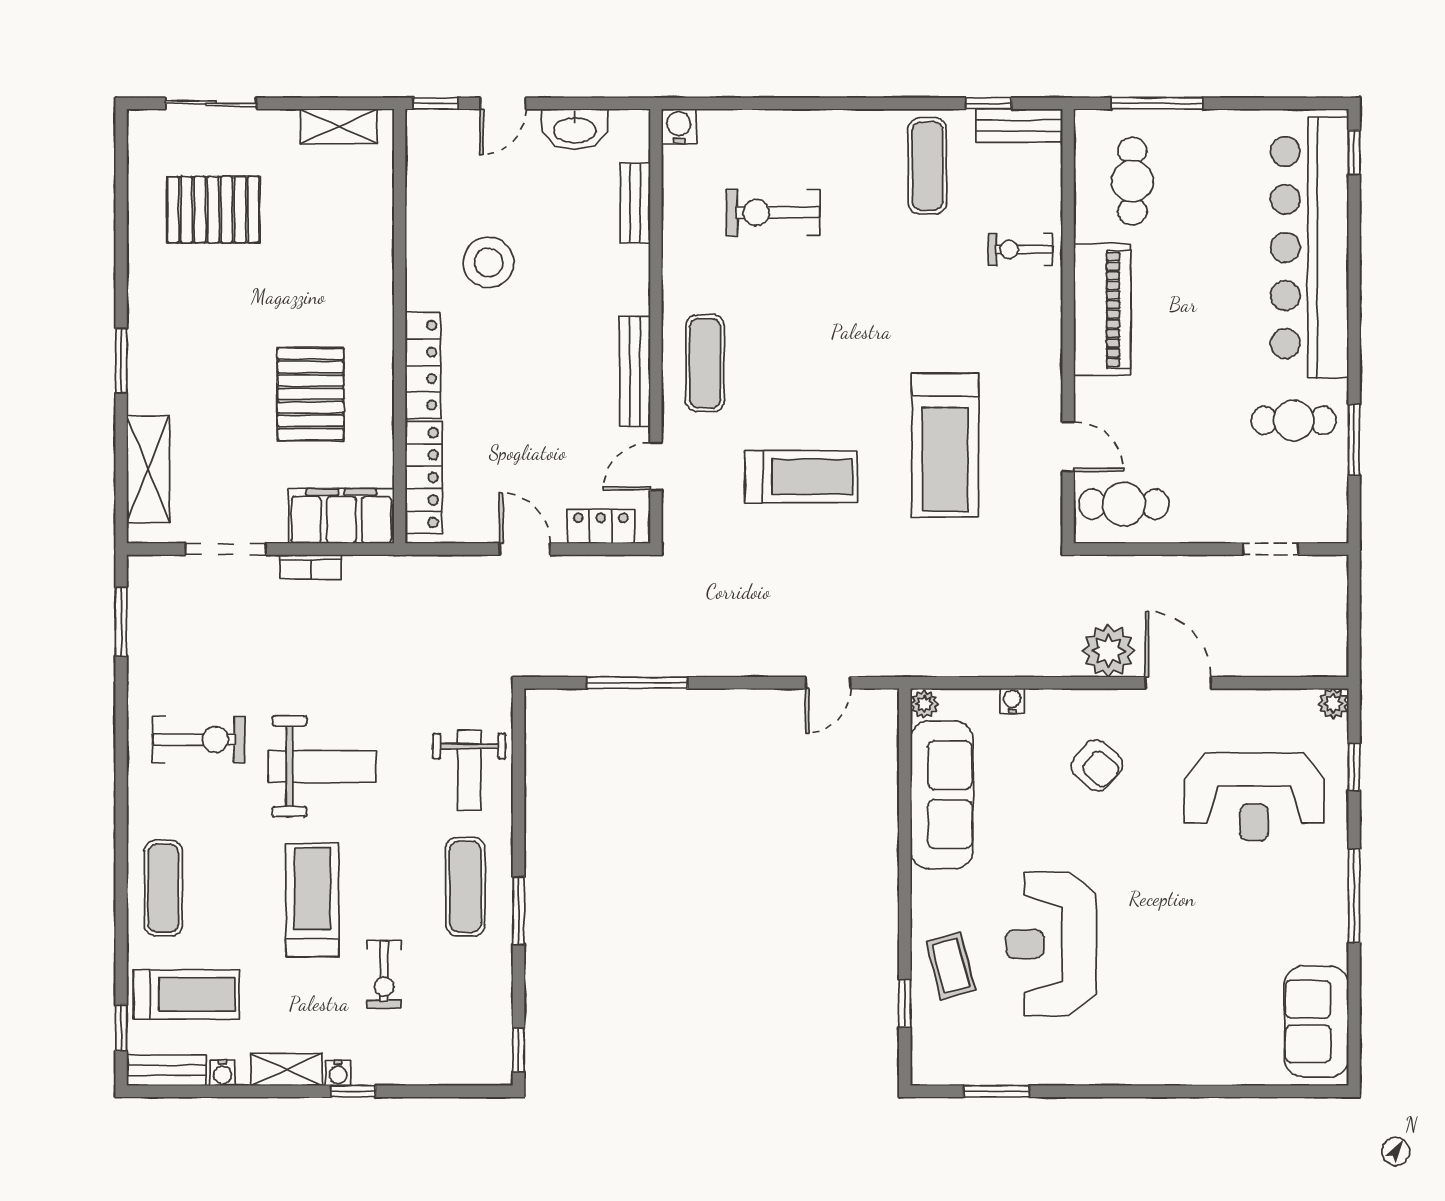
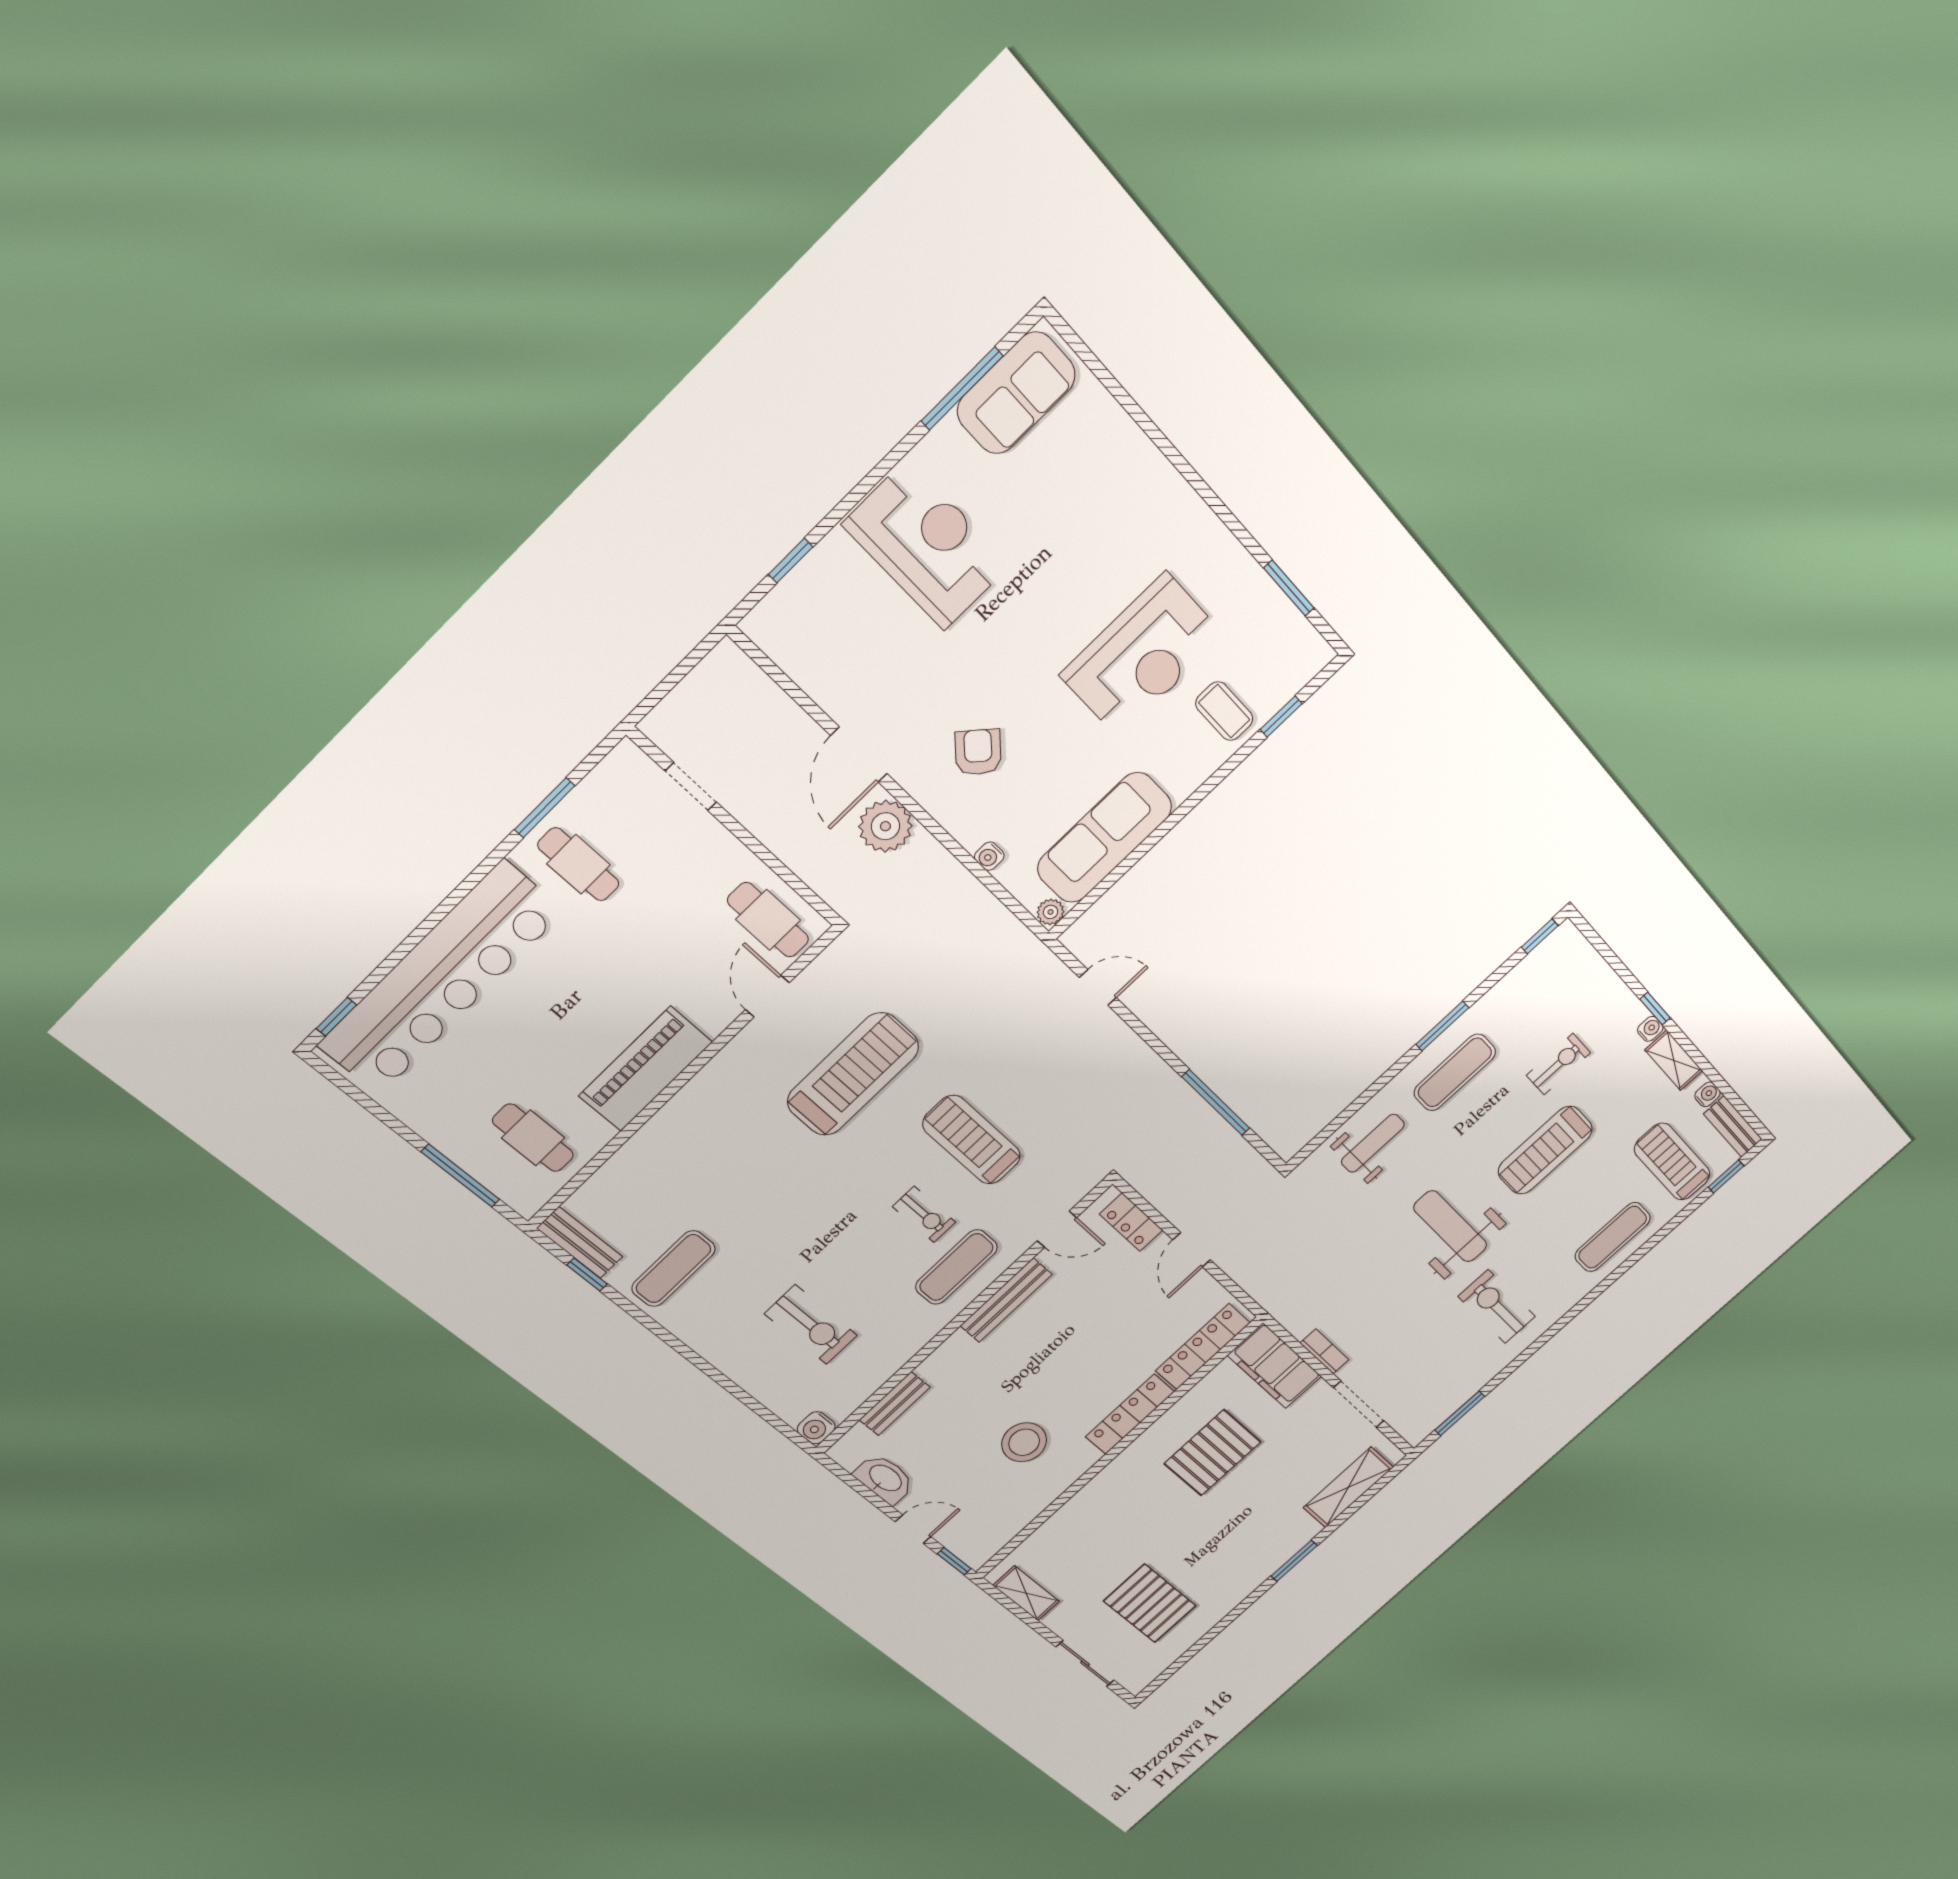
cafe table: (1132, 181) -> (533, 1138), turned 90
exercise bike: (1021, 249) -> (924, 1214), moved
plant: (1333, 703) -> (758, 625), removed
reception desk: (1254, 797) -> (927, 545), moved
window: (1354, 896) -> (962, 389), moved
coffee table: (951, 966) -> (1224, 711), turned -75

